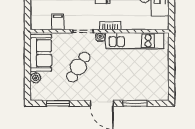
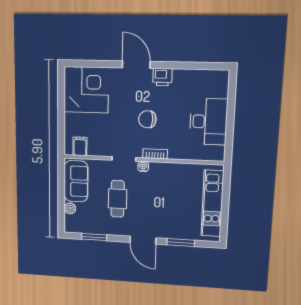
filing cabinet: (58, 22) -> (80, 146), moved
kitchen unit: (135, 41) -> (212, 203), moved, turned 90
cafe table: (78, 67) -> (118, 199), turned -32

